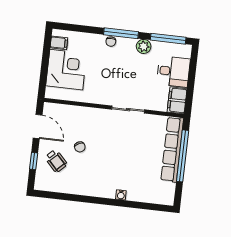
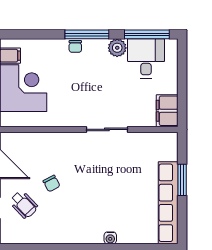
desk: (173, 71) -> (146, 58), moved, turned -90
row of seats: (172, 149) -> (168, 203), moved
window: (183, 156) -> (182, 180), width x0.47

